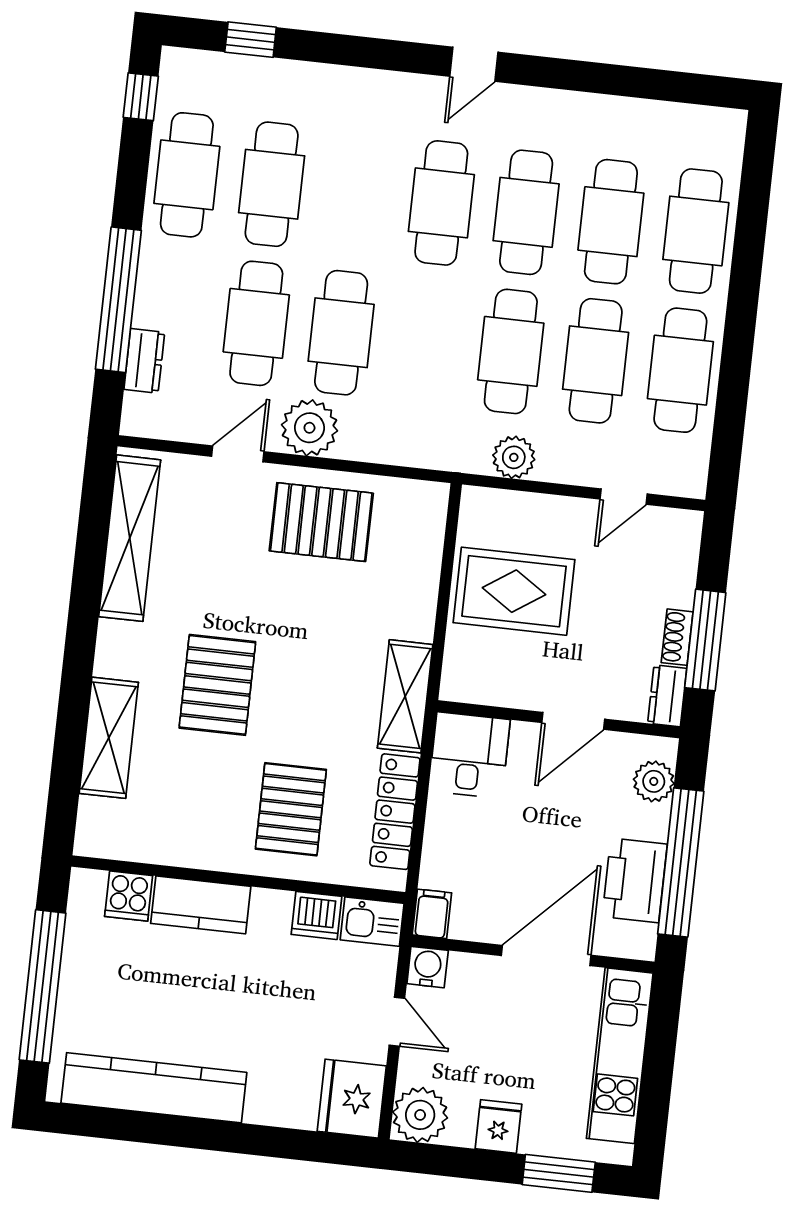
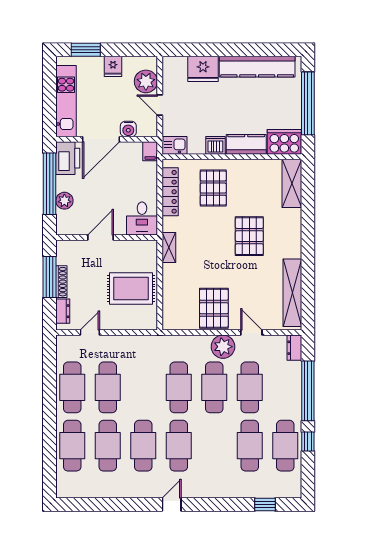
window: (141, 97) -> (308, 442), moved
cafe table: (511, 351) -> (179, 387), moved
dresser: (144, 361) -> (294, 348), moved
door: (238, 454) -> (251, 333), swing flipped
plant: (514, 457) -> (137, 344), removed
pallet: (321, 522) -> (214, 308), turned 90
shoe rack: (677, 637) -> (61, 282), width x1.43
shelving: (405, 696) -> (169, 248), width x0.67, depth x0.75
dresser: (667, 696) -> (63, 311), moved
shelving: (109, 738) -> (292, 183), moved
plant: (654, 781) -> (64, 201), moved
printer: (635, 880) -> (68, 158), moved
cooker: (129, 896) -> (284, 142), width x1.87, depth x1.31
dishwasher: (316, 915) -> (215, 145), moved
water cooler: (428, 967) -> (128, 129), moved
fridge: (352, 1099) -> (203, 69), moved, turned 90
plant: (420, 1115) -> (146, 81), moved

